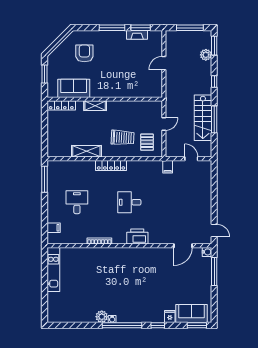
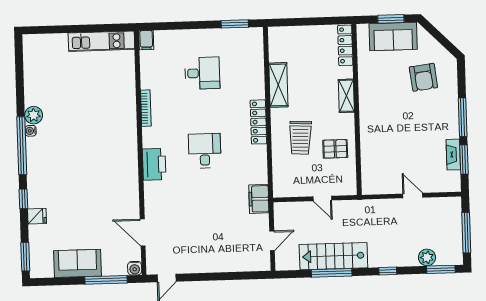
armchair: (84, 53) -> (423, 77), turned 83
sofa: (74, 88) -> (393, 36), moved, turned 90
pallet: (147, 142) -> (335, 149), moved
filing cabinet: (168, 167) -> (259, 199), width x2.00
window: (44, 179) -> (235, 24), width x0.69
filing cabinet: (54, 228) -> (146, 40), moved
sofa: (192, 314) -> (78, 263), moved, turned -90

